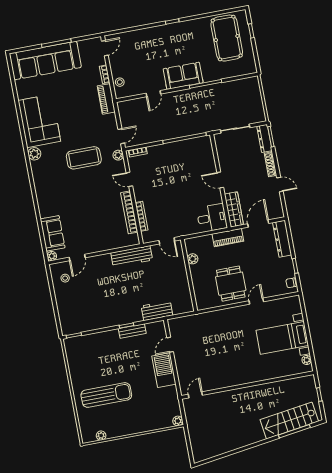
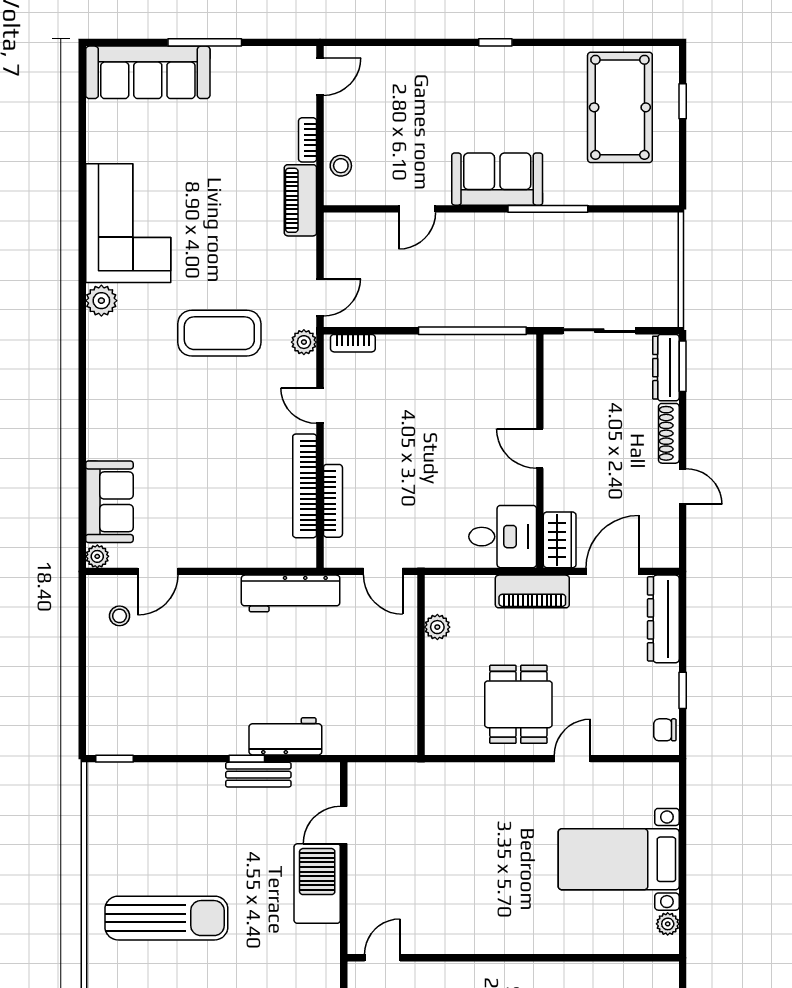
sofa: (45, 60) -> (148, 72), width x0.74, depth x0.79
wardrobe: (234, 209) -> (560, 540), width x0.67
workbench: (157, 311) -> (285, 736), moved

